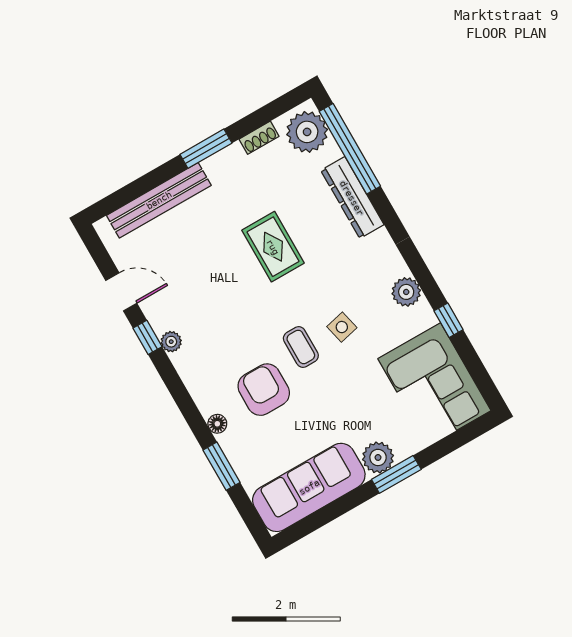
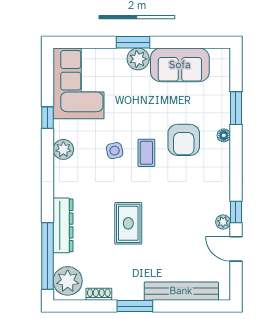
plant: (171, 342) -> (223, 222), moved
sofa: (309, 487) -> (180, 65), width x0.73

